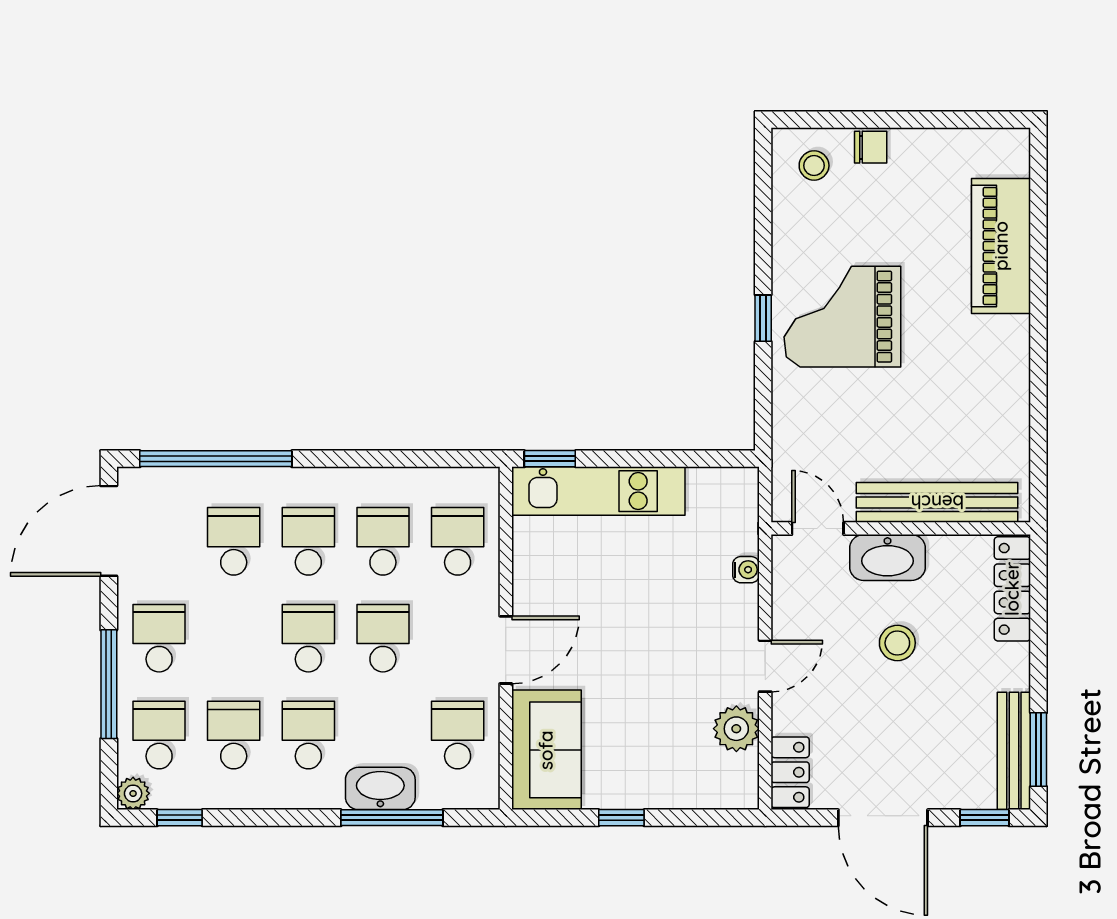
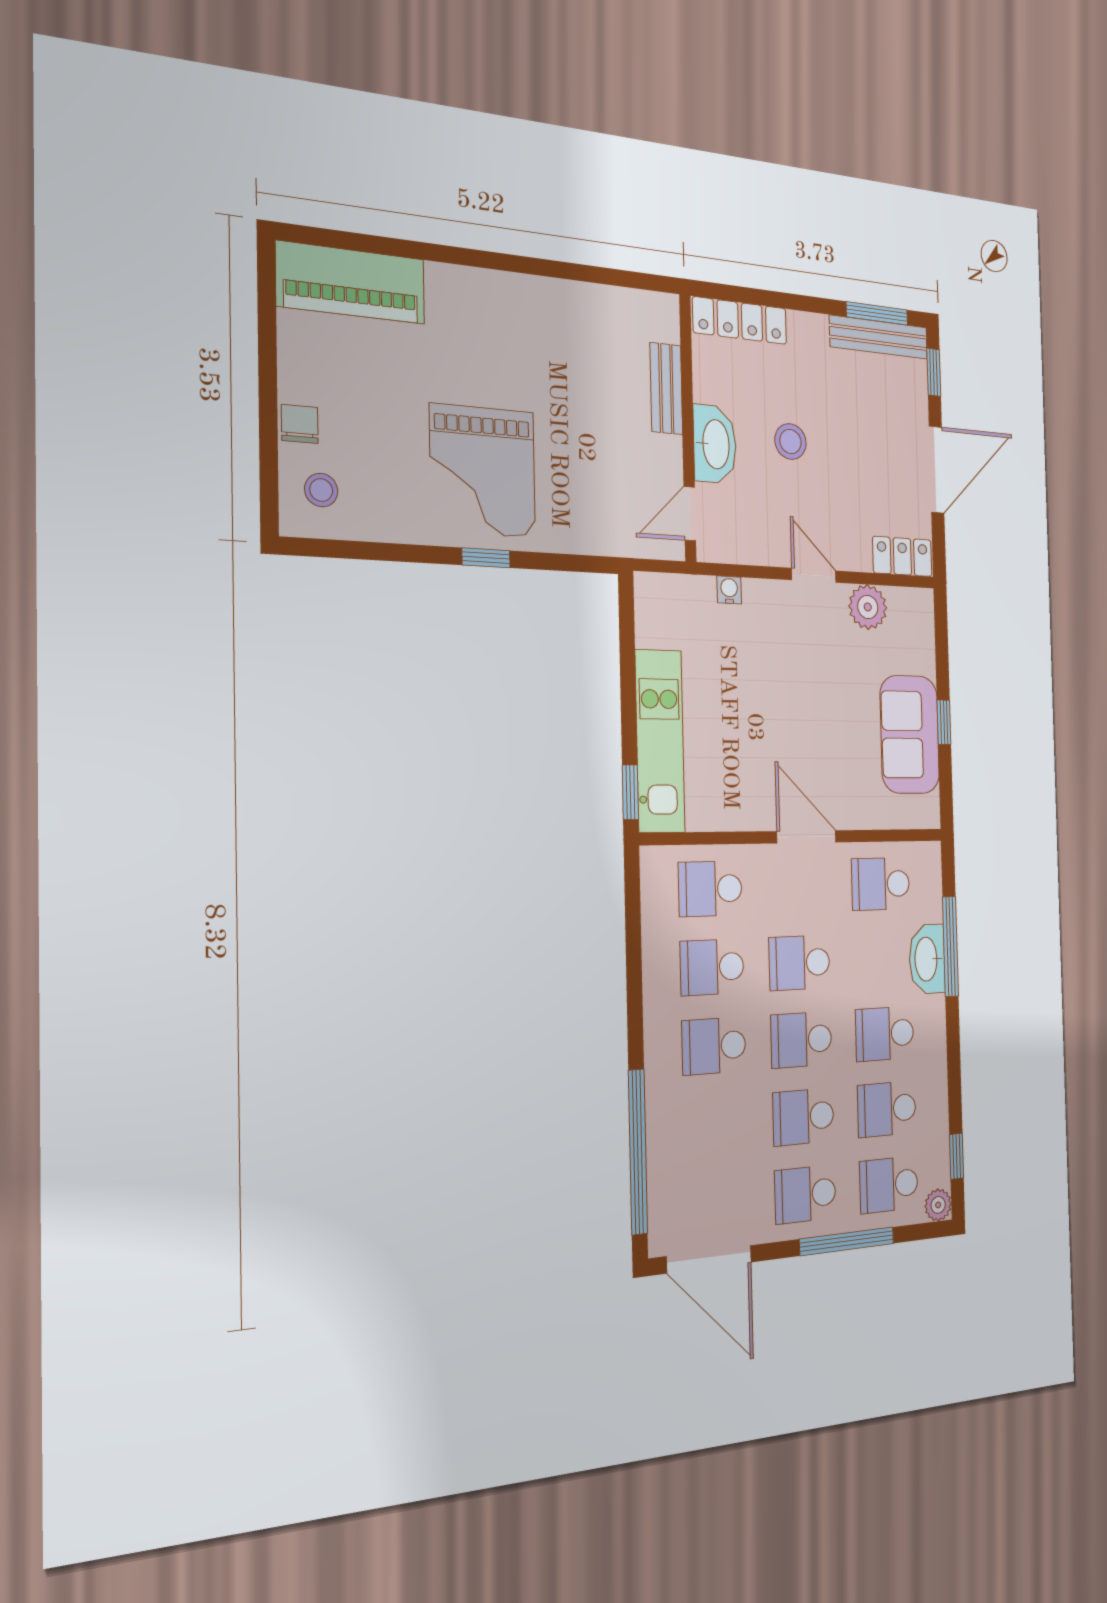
piano: (1001, 246) -> (351, 283), moved
bench: (937, 502) -> (666, 389), width x0.54, depth x0.82
school desk: (234, 541) -> (803, 1117), moved
sofa: (546, 750) -> (910, 735), moved, turned -90

